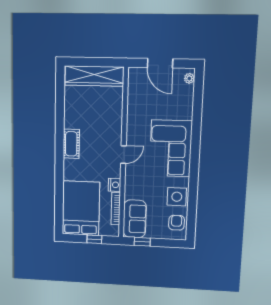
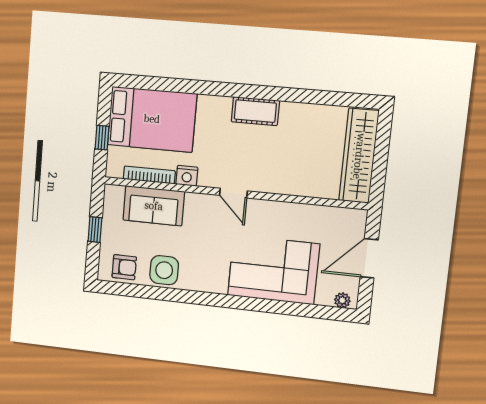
corner sofa: (171, 148) -> (273, 270), moved
sofa: (135, 219) -> (154, 206), moved
window: (142, 242) -> (95, 230), moved

